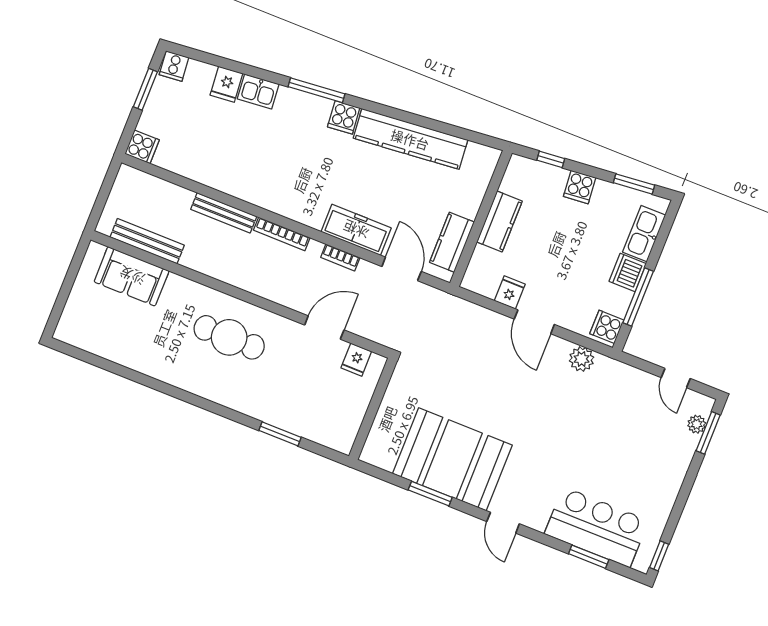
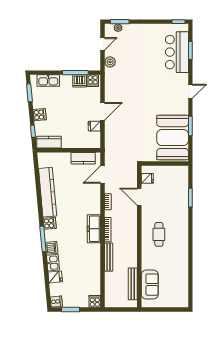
dishwasher: (290, 101) -> (52, 248), added
kitchen counter: (499, 221) -> (49, 142), moved
freezer: (356, 230) -> (94, 229), moved
dishwasher: (628, 273) -> (80, 81), moved
cafe table: (229, 337) -> (159, 234), width x0.73, depth x0.74
plant: (582, 359) -> (110, 62), moved
booth: (452, 459) -> (173, 138), moved

